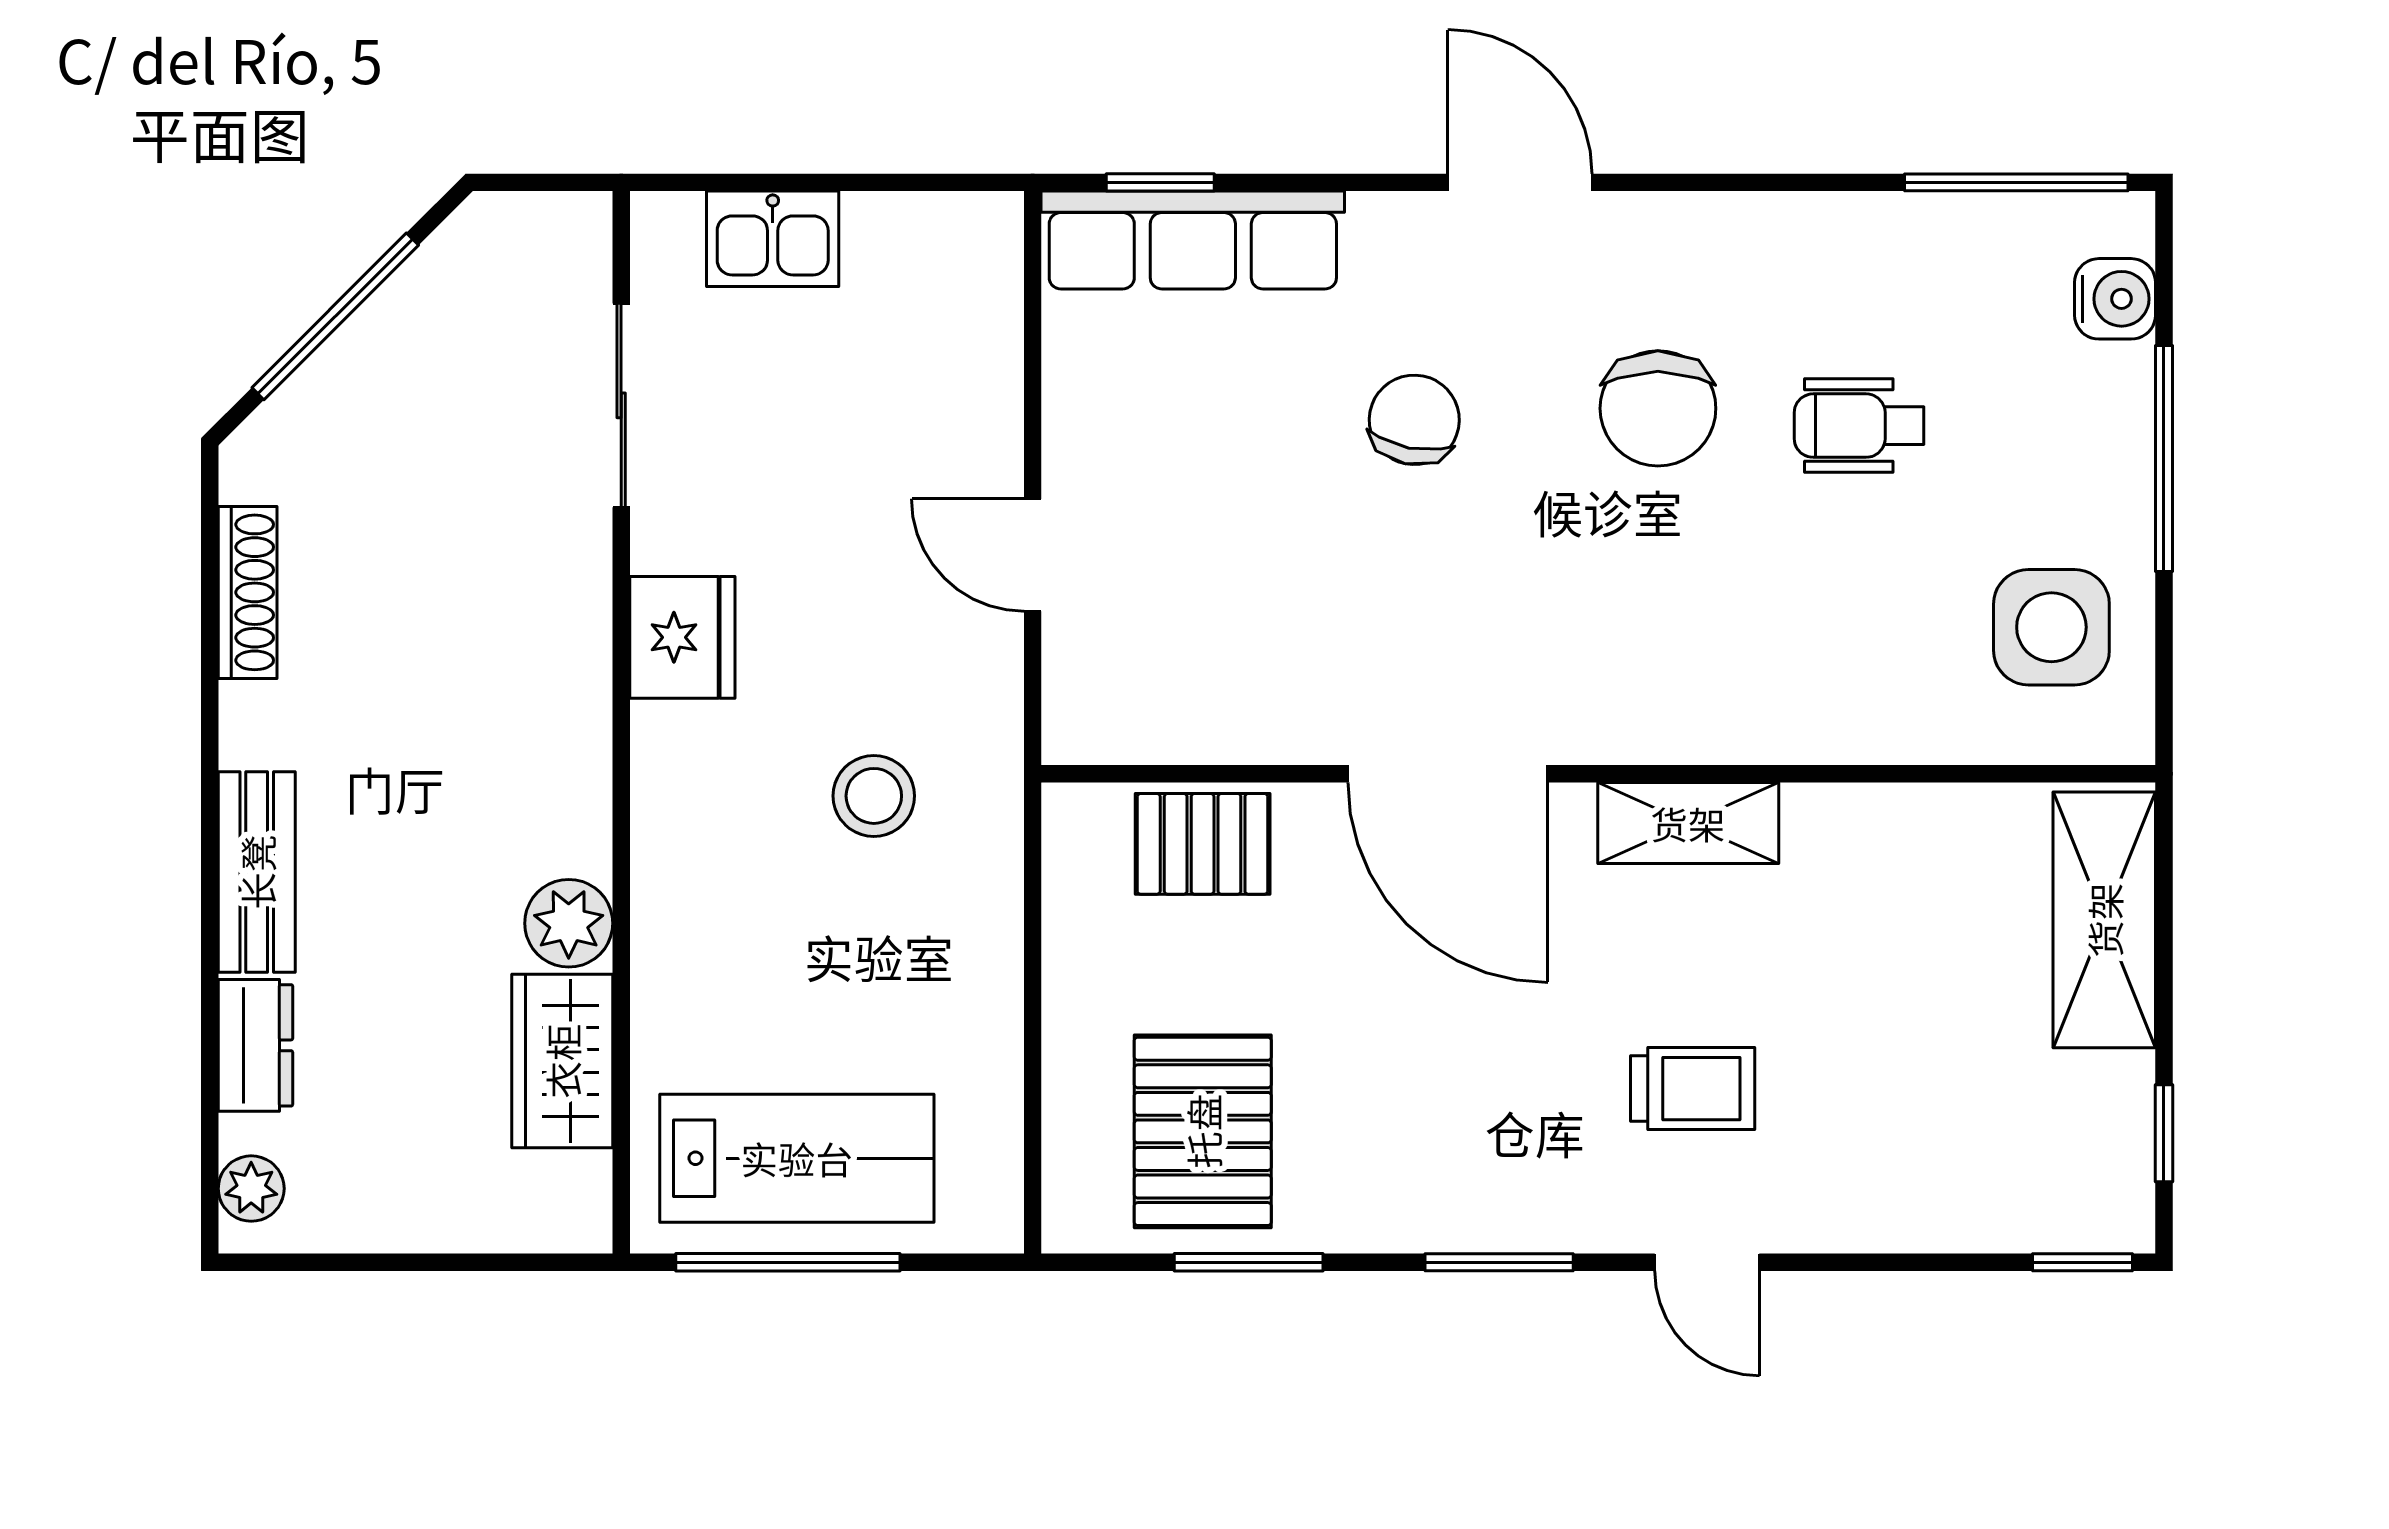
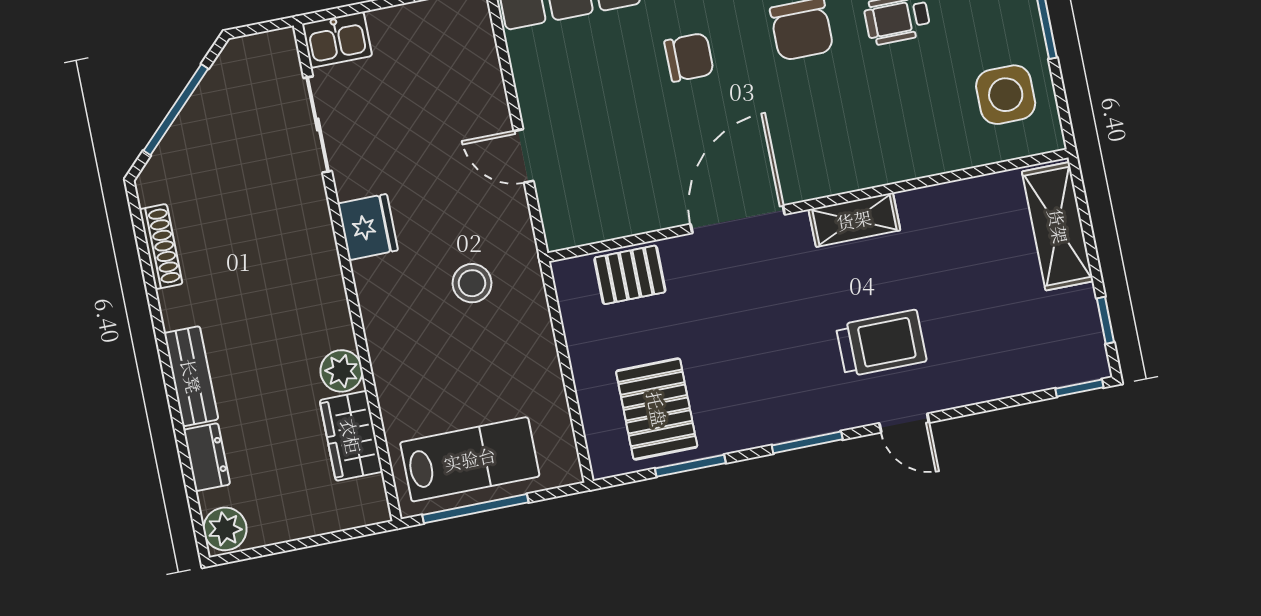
kitchen sink: (773, 239) -> (337, 40), moved
chair: (1414, 420) -> (689, 57), turned 79
door: (1448, 774) -> (738, 219), swing flipped
trolley: (1693, 1089) -> (881, 343), width x1.36, depth x1.39
plant: (251, 1189) -> (225, 529), width x1.38, depth x1.38

